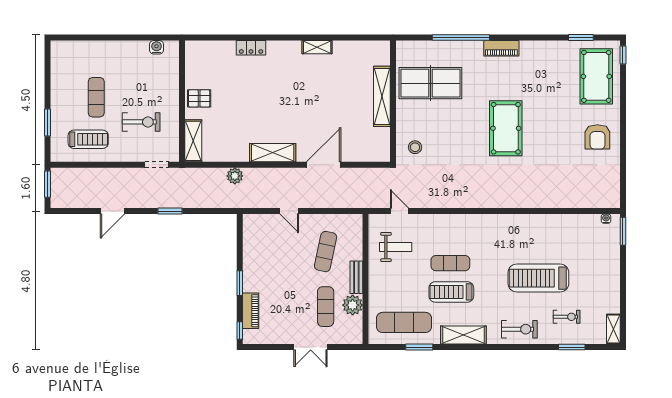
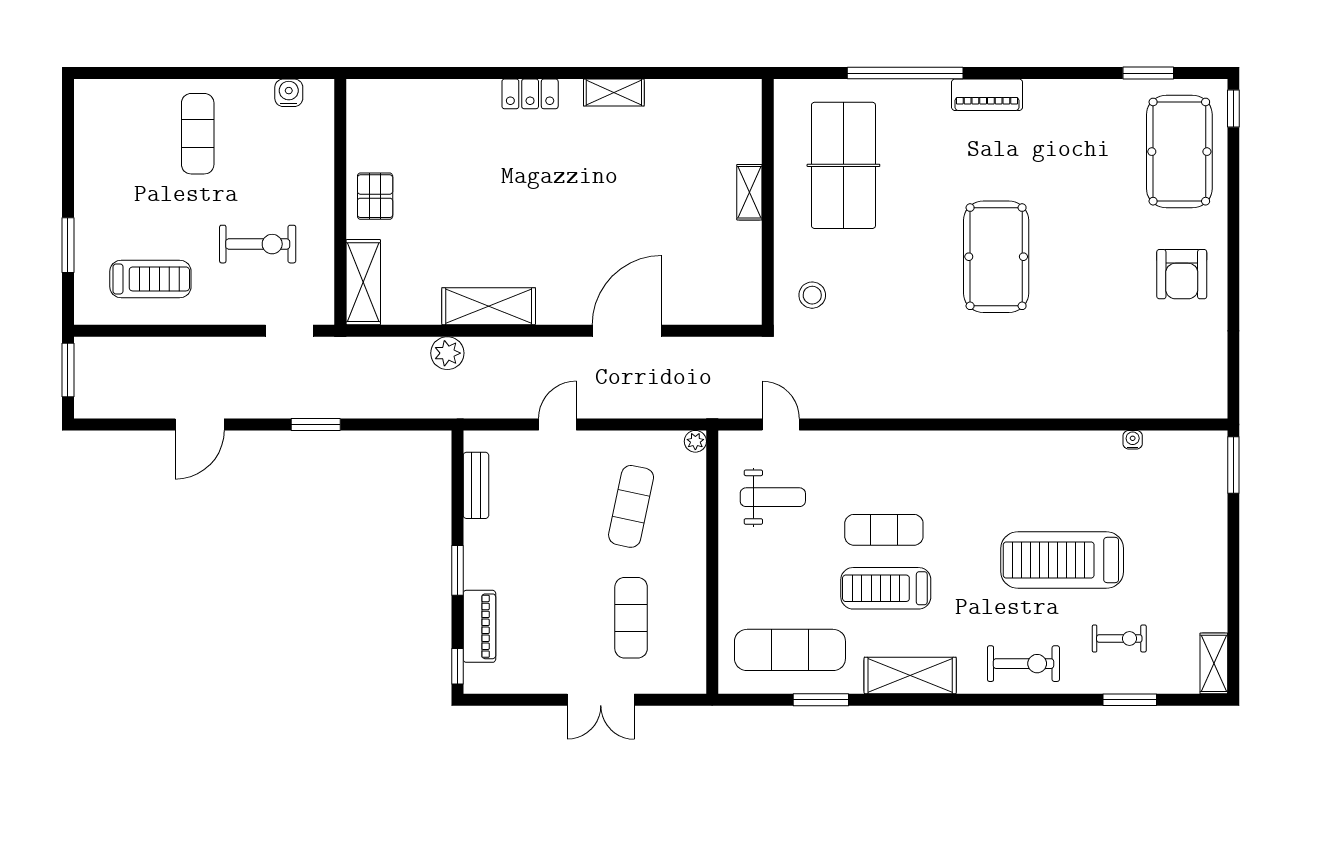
locker: (251, 48) -> (530, 94), moved
table tennis table: (430, 83) -> (843, 165), turned 90
shelving: (382, 96) -> (749, 192), width x0.45, depth x0.75
exercise mat: (96, 97) -> (198, 134), moved
pallet: (199, 98) -> (375, 196), turned 90
shelving: (273, 153) -> (489, 306), moved
door: (289, 211) -> (558, 424), swing flipped
water cooler: (606, 219) -> (1133, 440), moved
bench: (356, 277) -> (476, 485), moved
plant: (353, 305) -> (695, 441), moved, width x0.53, depth x0.53

